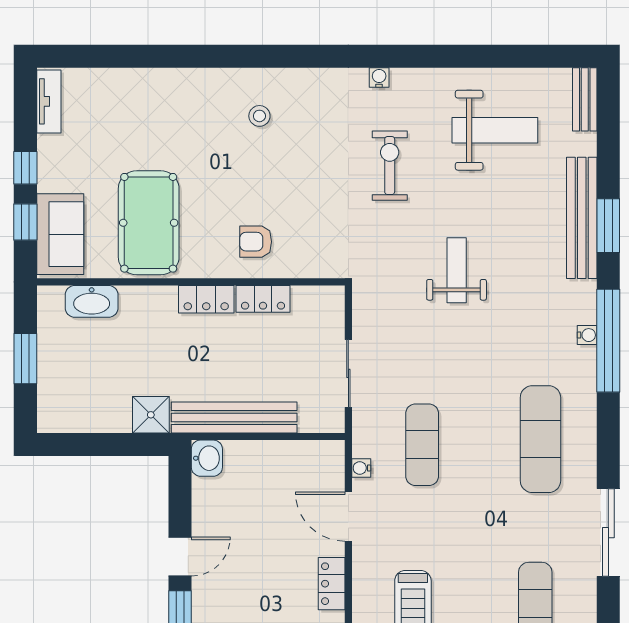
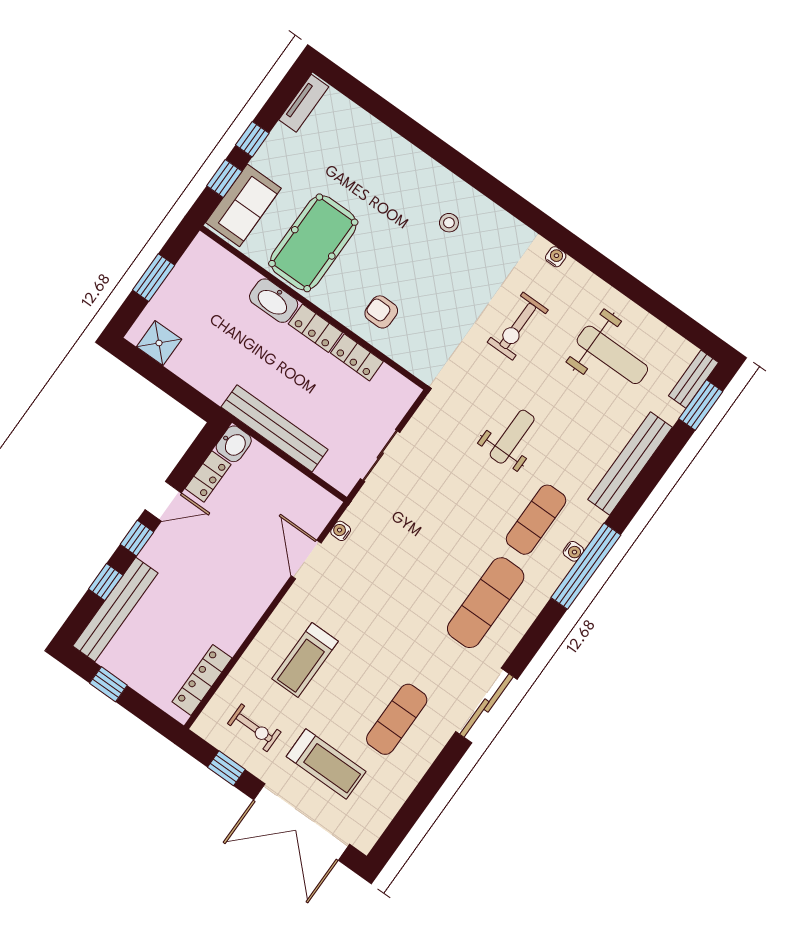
exercise bike: (390, 166) -> (518, 326), turned 180
window: (608, 226) -> (701, 405), moved
washbasin: (92, 301) -> (274, 301), moved
shower: (151, 415) -> (159, 343), moved
exercise mat: (422, 445) -> (536, 520), moved
locker: (332, 584) -> (208, 477), moved, turned 180

